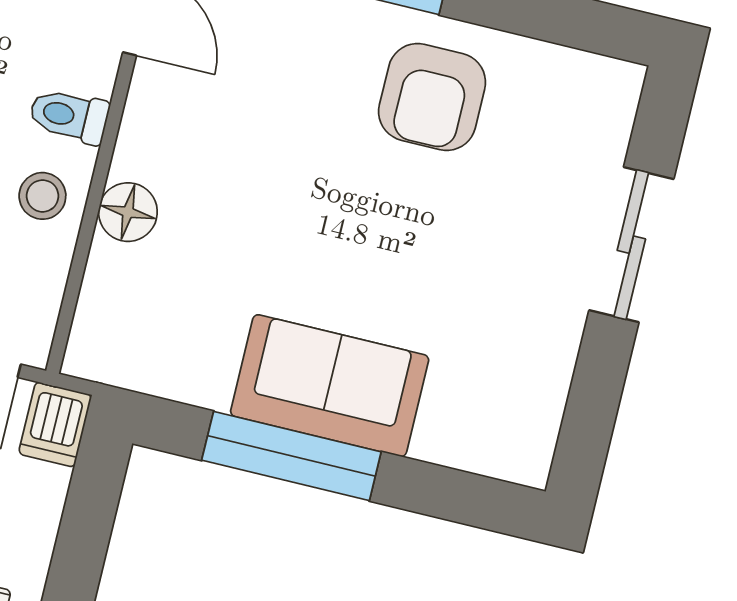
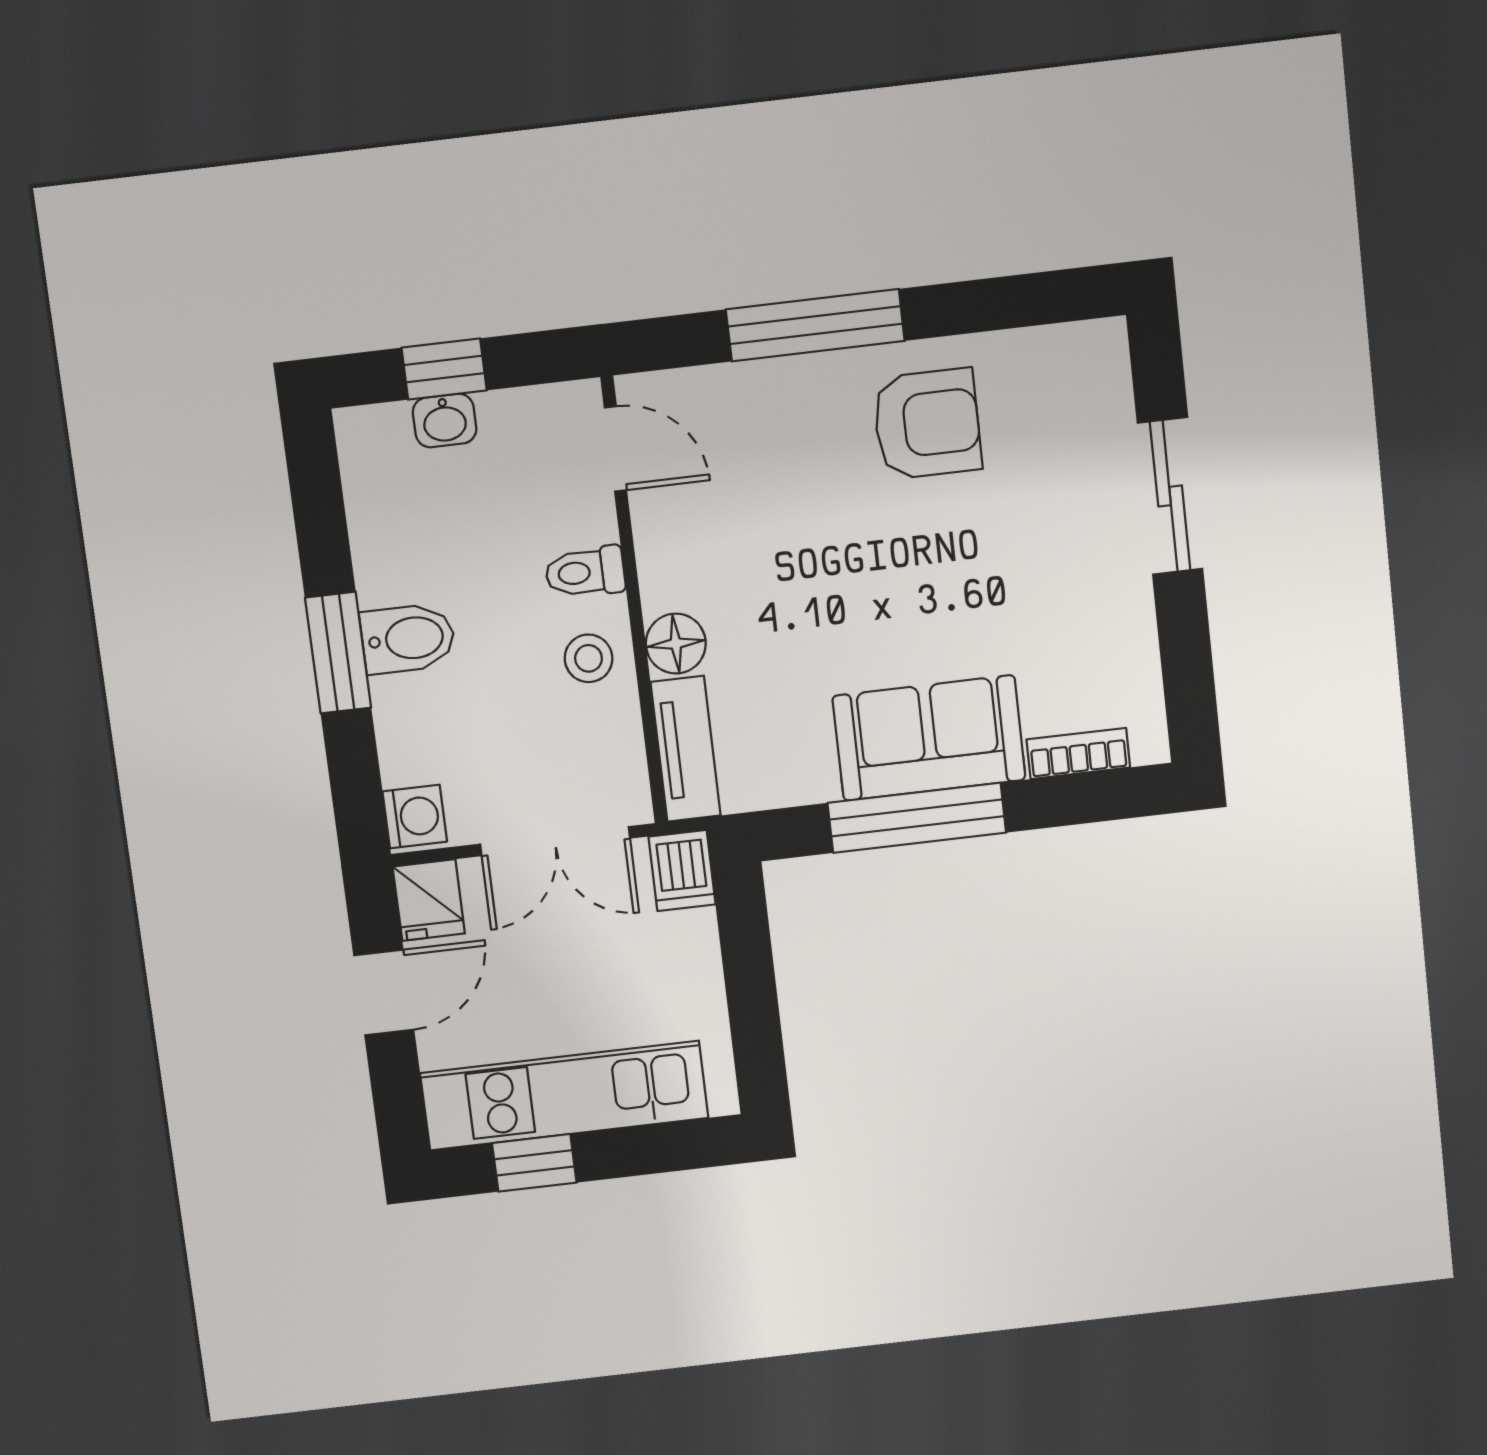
armchair: (432, 97) -> (927, 424), turned -90
tv unit: (101, 312) -> (686, 749), added
bookcase: (463, 451) -> (1078, 753), added

